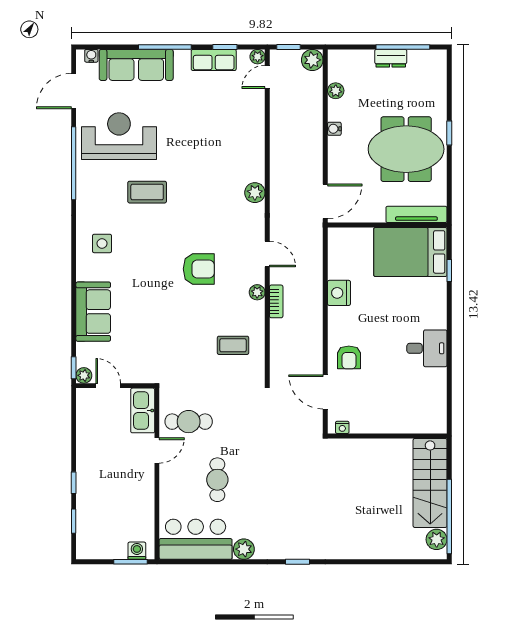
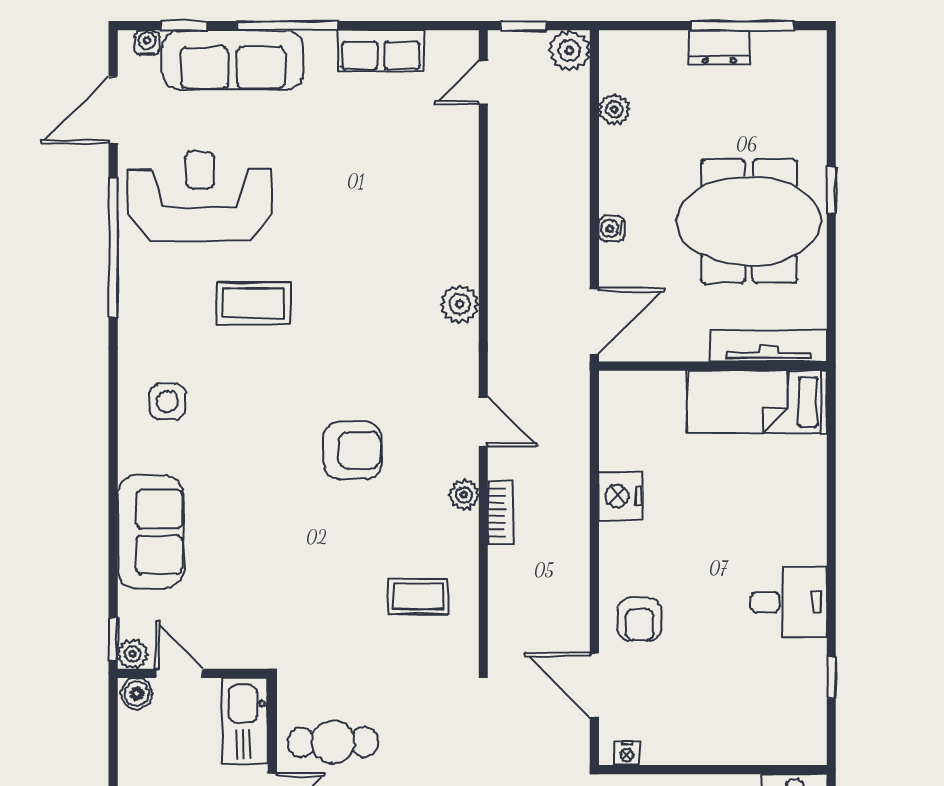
window: (225, 47) -> (184, 26), moved
plant: (258, 57) -> (465, 44), removed
water cooler: (334, 129) -> (612, 229), moved
bed: (410, 252) -> (757, 402), width x0.67
window: (449, 270) -> (831, 677), moved
boiler: (86, 396) -> (137, 694), added

